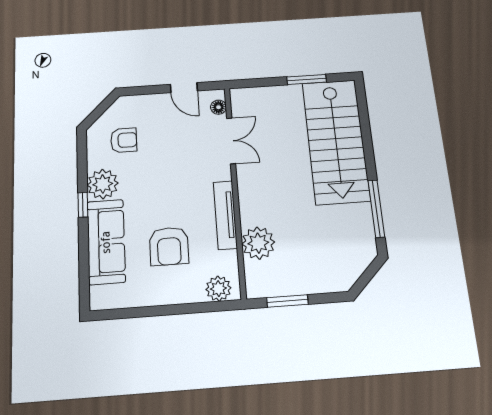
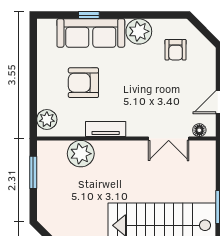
window: (83, 205) -> (89, 15), moved
tv unit: (225, 215) -> (106, 129), width x0.71

